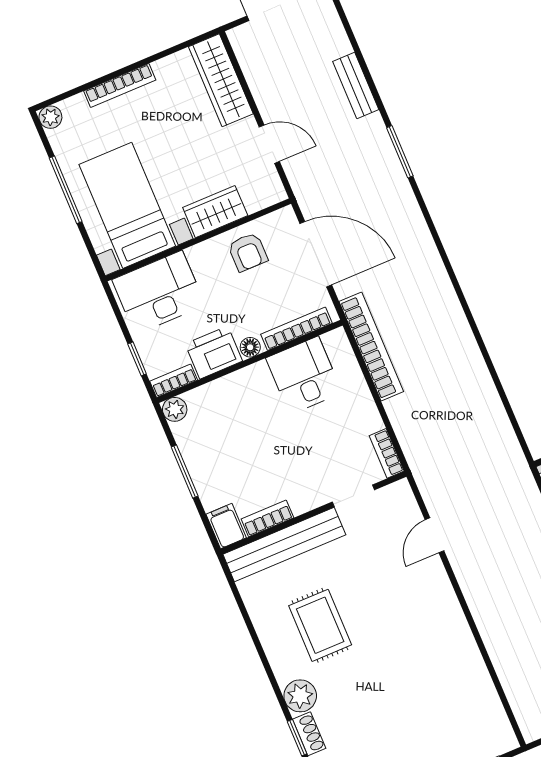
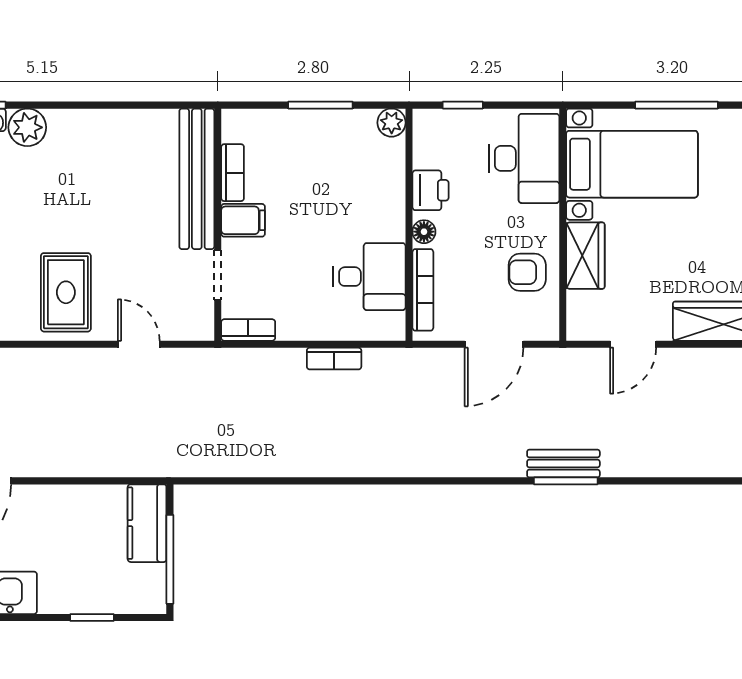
bench: (356, 85) -> (563, 464), moved
door: (316, 254) -> (494, 344), width x0.73
bookcase: (371, 346) -> (334, 359), width x0.43, depth x0.76
printer: (214, 352) -> (431, 190), width x0.73, depth x0.81
bookcase: (174, 381) -> (423, 134), removed
filing cabinet: (226, 526) -> (243, 220), moved
rug: (320, 625) -> (66, 292), moved, turned 90

